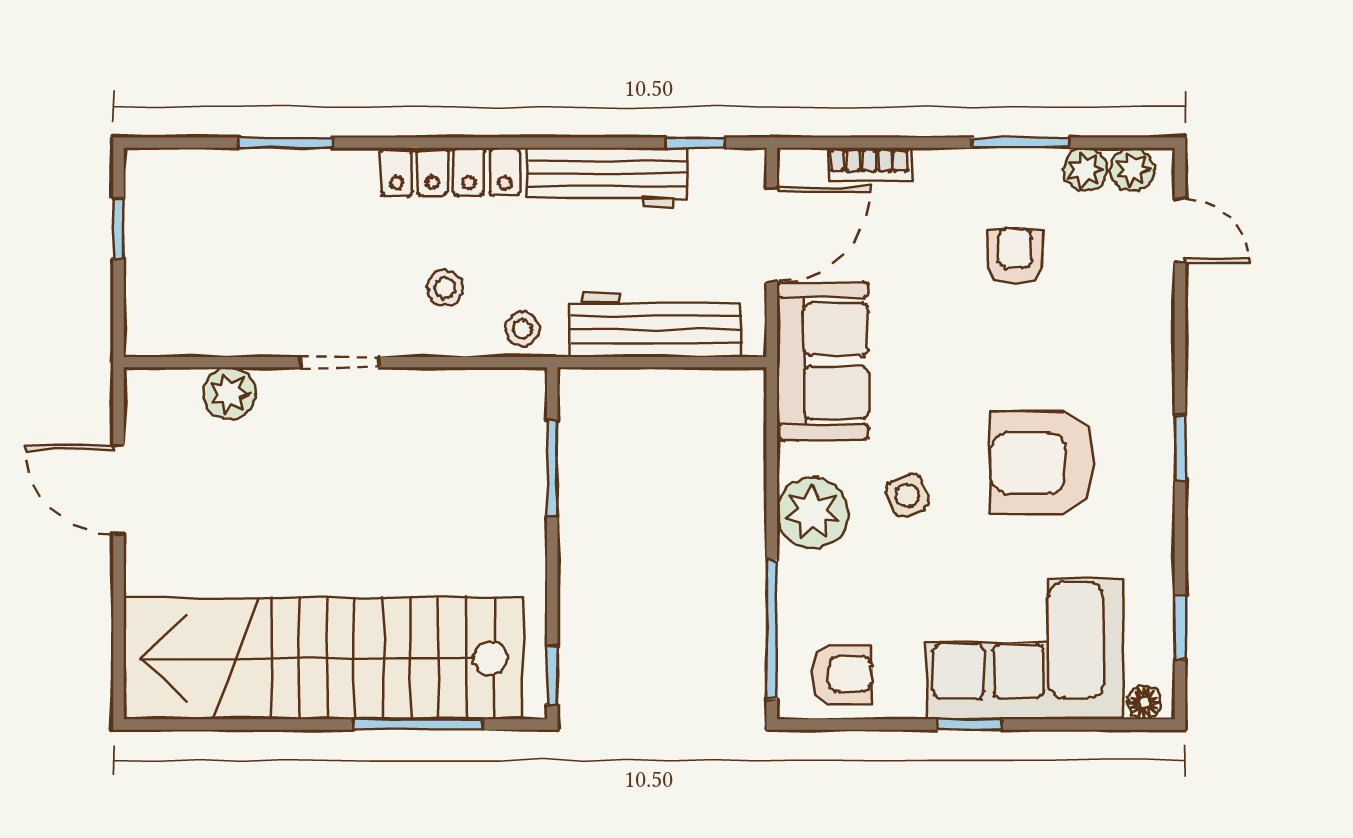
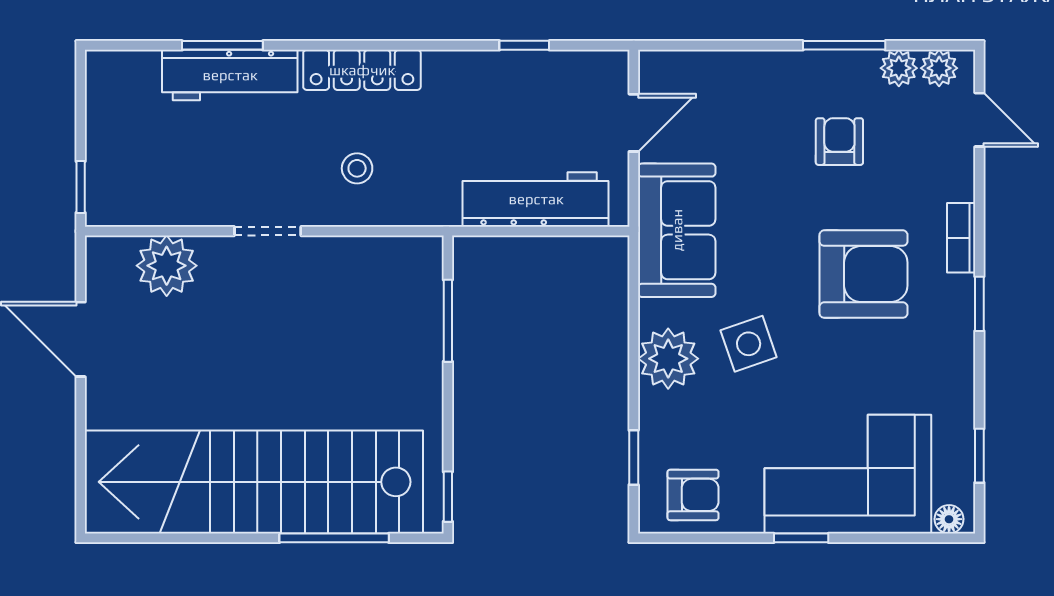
window: (695, 143) -> (524, 45), moved
bookcase: (869, 164) -> (961, 238), moved, turned 90
workbench: (607, 178) -> (230, 75), moved
window: (118, 229) -> (81, 187), moved
door: (772, 234) -> (634, 123), width x0.73
stool: (523, 329) -> (423, 203), removed
plant: (229, 393) -> (167, 266), width x1.36, depth x1.36
armchair: (1042, 463) -> (863, 274), moved, turned 180
side table: (907, 495) -> (749, 344), width x1.37, depth x1.37
window: (772, 630) -> (634, 457), width x0.46

